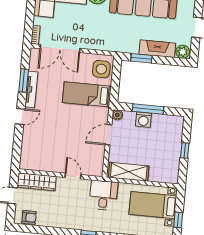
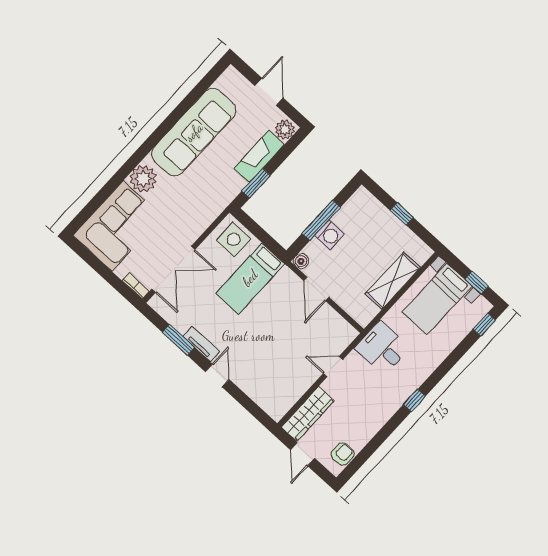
tv unit: (31, 89) -> (201, 344), width x0.71
shelving: (129, 172) -> (393, 281), moved

